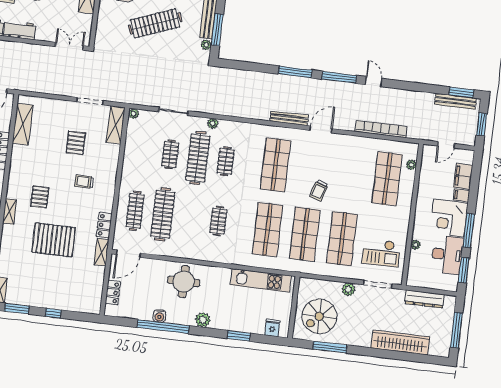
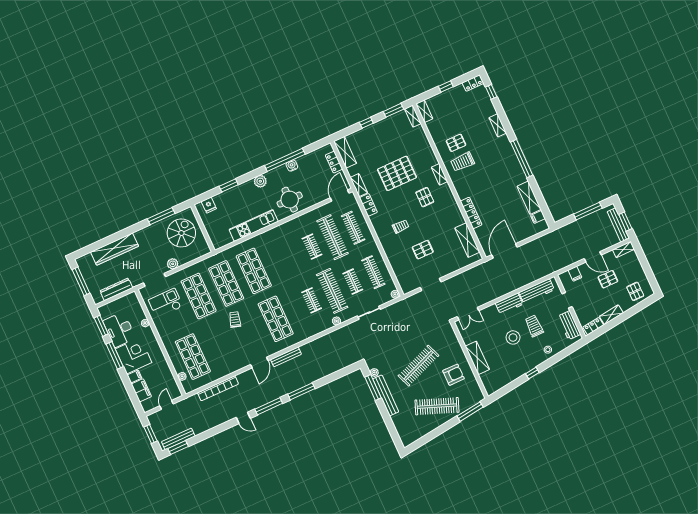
shelving: (116, 125) -> (345, 152), moved
pallet: (76, 143) -> (423, 250), turned 90
clothes rail: (142, 151) -> (373, 272), added
clothes rail: (218, 221) -> (312, 247), moved
kitchen unit: (261, 280) -> (254, 225), moved

